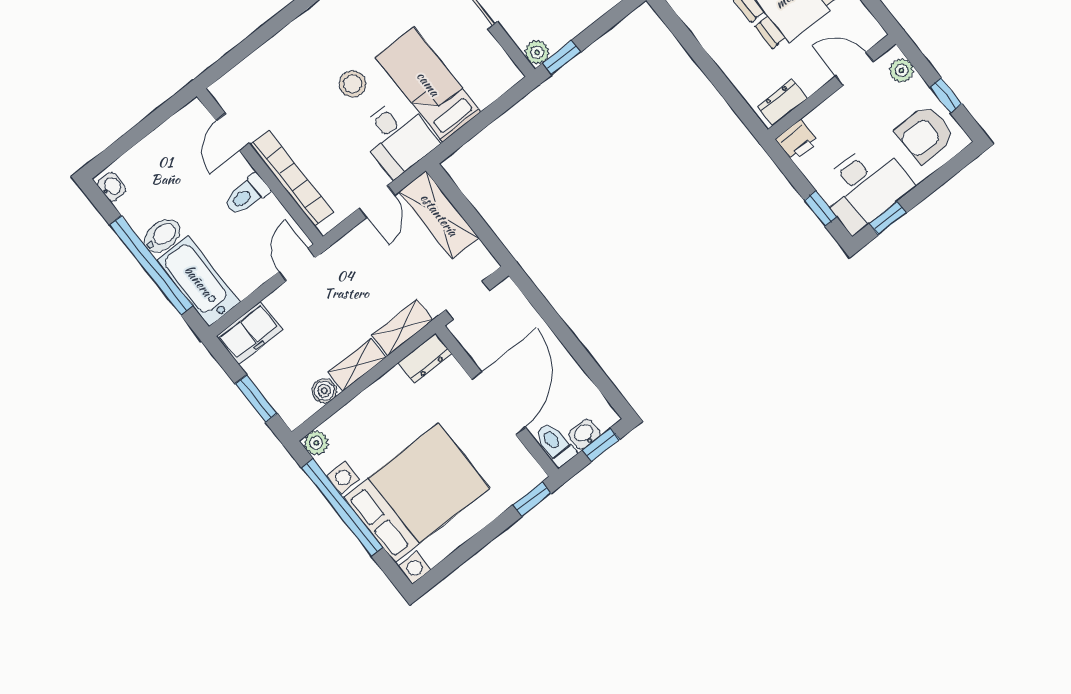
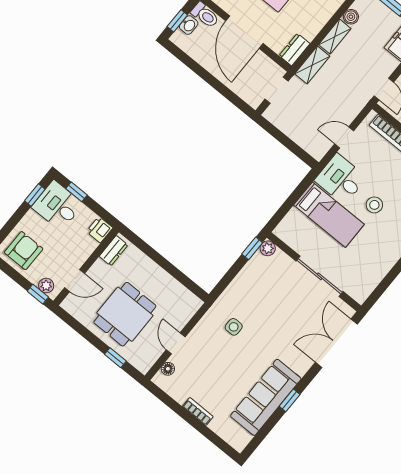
window: (946, 95) -> (38, 294), moved
desk: (864, 187) -> (57, 206), width x0.73
door: (377, 202) -> (344, 137), hinge flipped
shelving: (439, 215) -> (305, 138), removed

